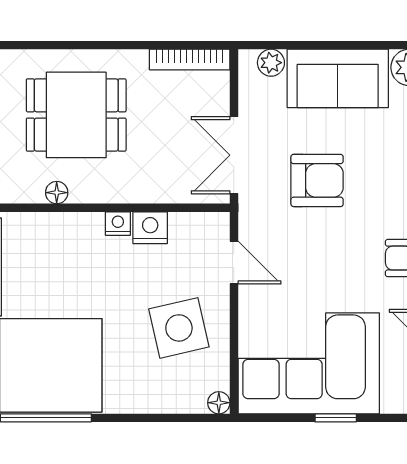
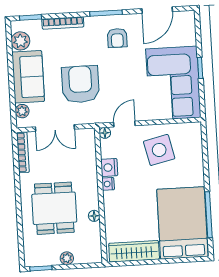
double door: (234, 155) -> (55, 128), moved
armchair: (317, 180) -> (80, 84), width x1.36, depth x1.36
floor lamp: (219, 403) -> (105, 133), moved

